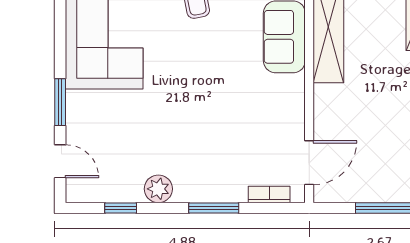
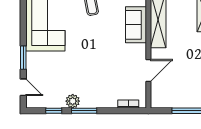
door: (309, 163) -> (148, 71), moved
window: (214, 208) -> (84, 111), moved

